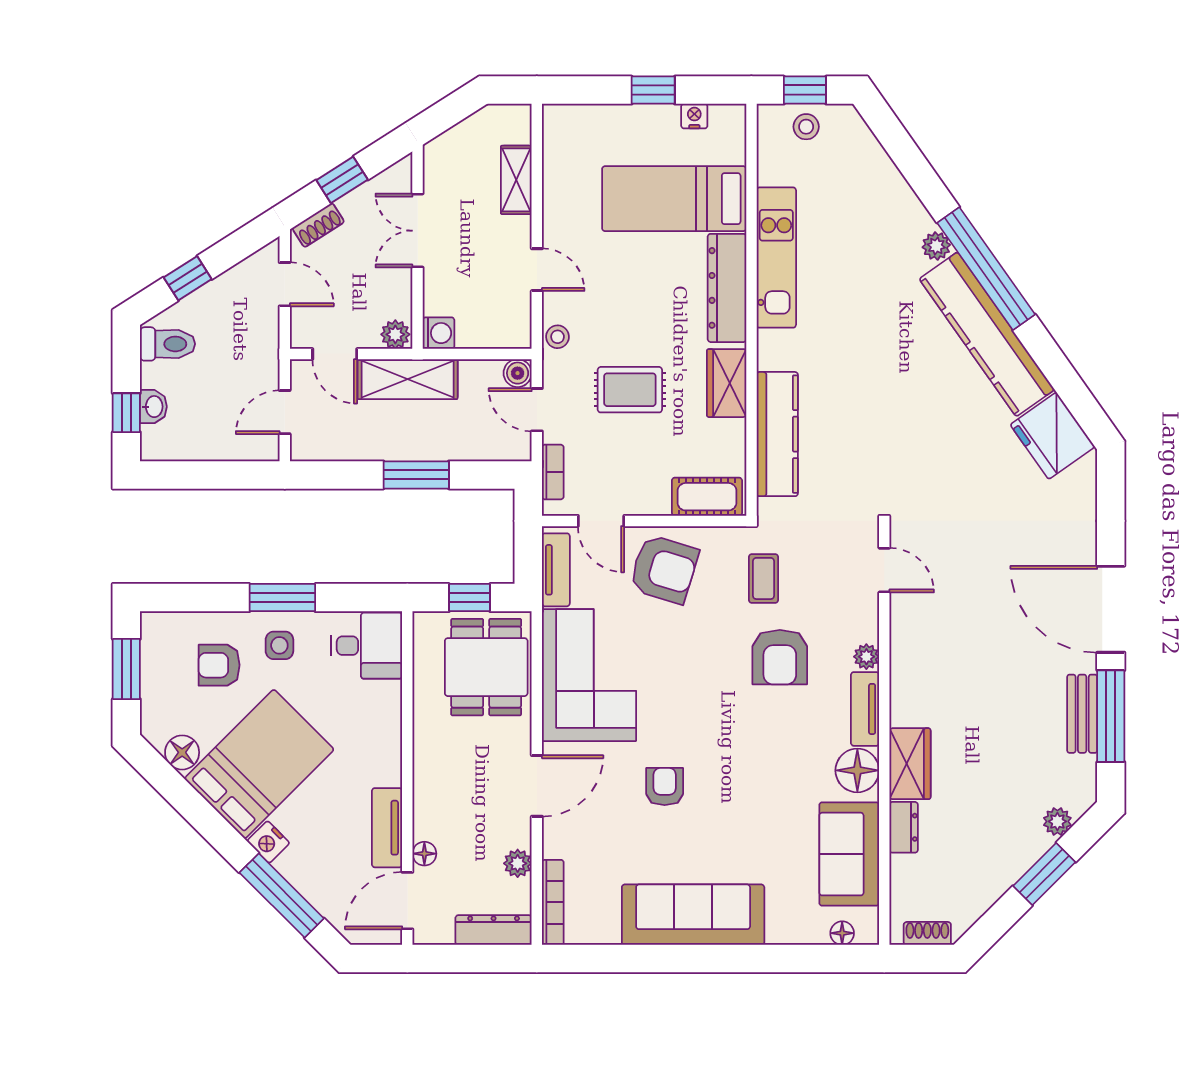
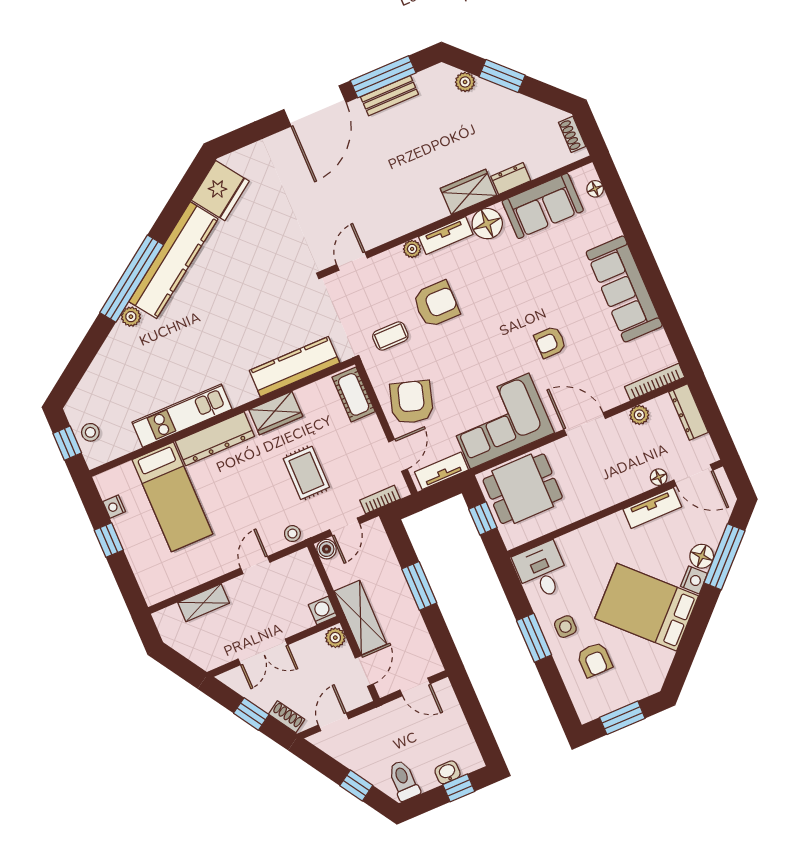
floor lamp: (182, 752) -> (702, 556), moved

